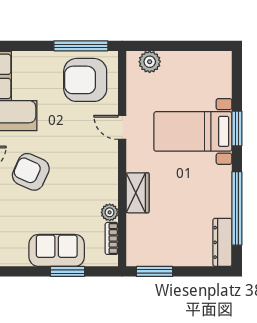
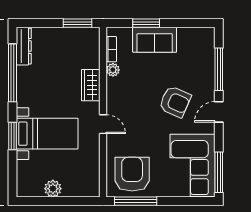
plant: (150, 62) -> (53, 189), moved
armchair: (85, 80) -> (132, 174), turned -90
door: (122, 127) -> (103, 124), moved

